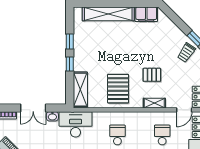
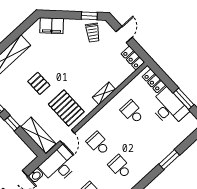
filing cabinet: (146, 14) -> (52, 26), moved, turned 45
pallet: (152, 75) -> (39, 83), moved, turned 90
door: (184, 110) -> (67, 137), moved

